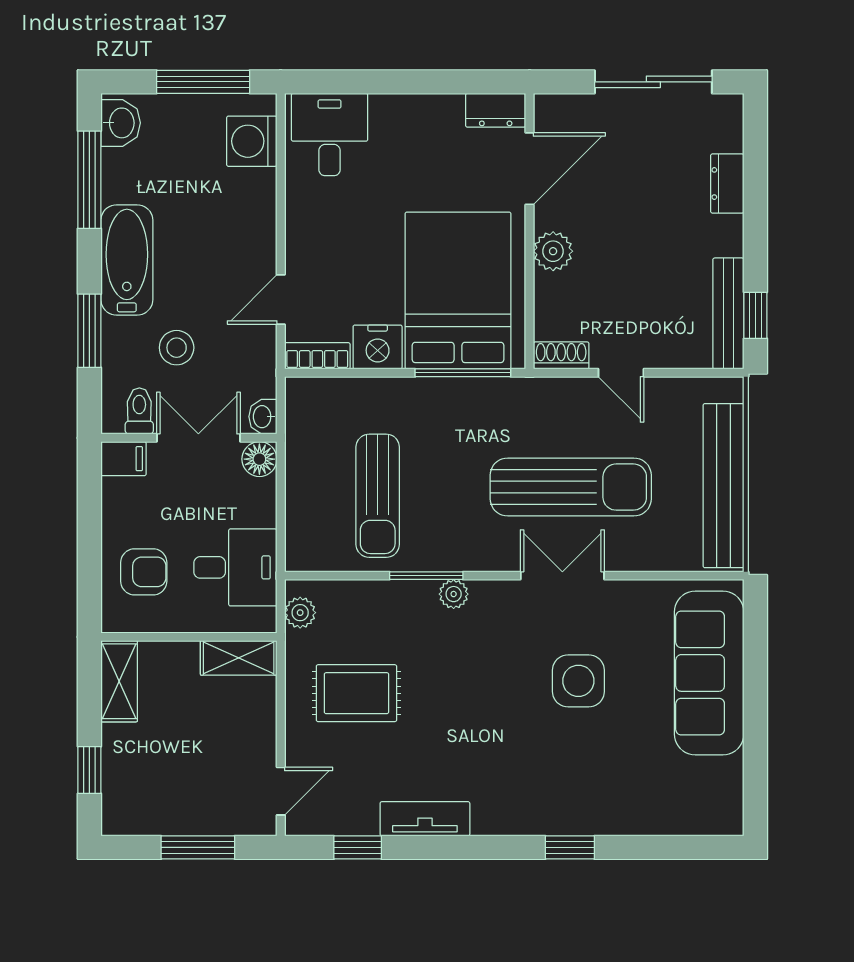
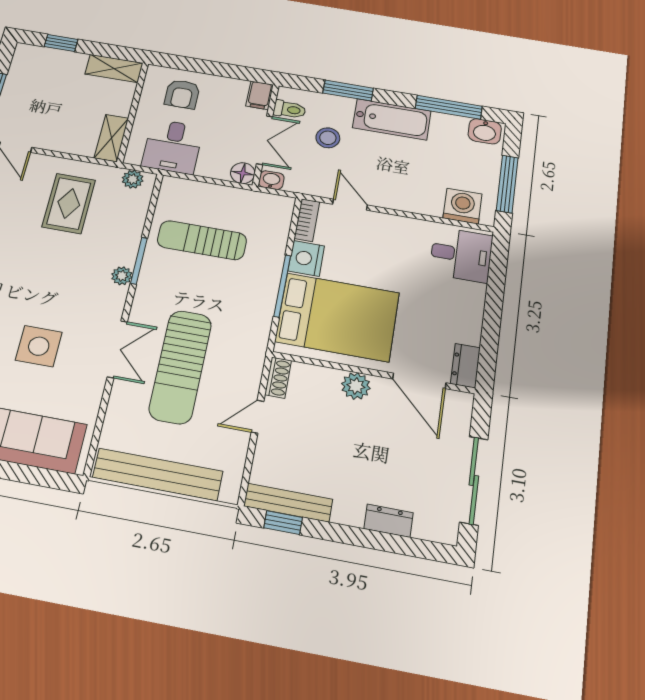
window: (463, 373) -> (282, 286), moved

